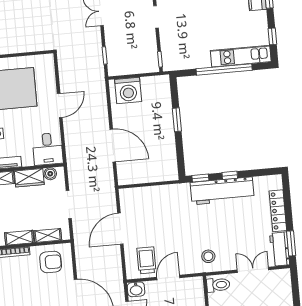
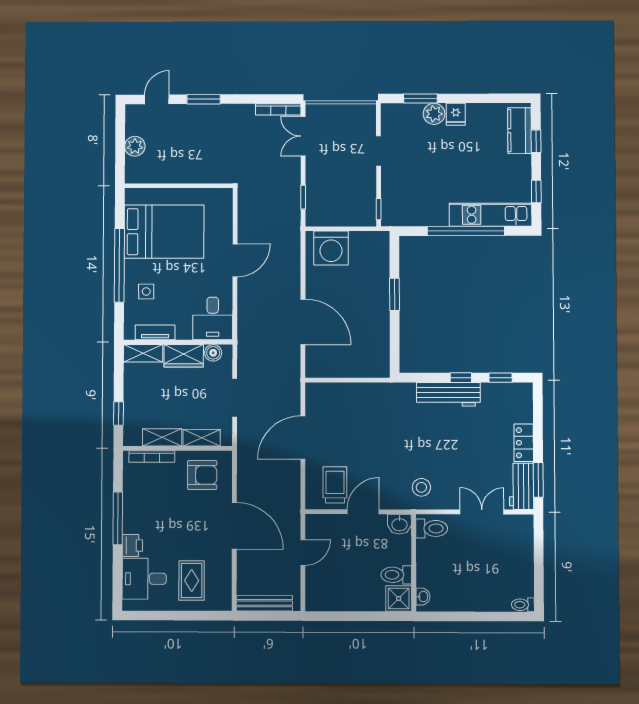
window: (200, 178) -> (501, 378), moved
workbench: (222, 191) -> (448, 394), width x0.73, depth x0.76
locker: (278, 211) -> (524, 443), width x0.66
washbasin: (136, 289) -> (399, 524), moved

